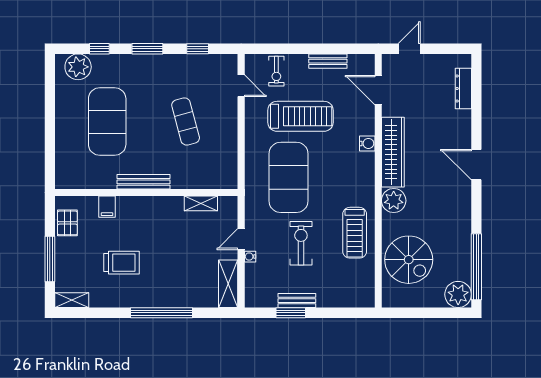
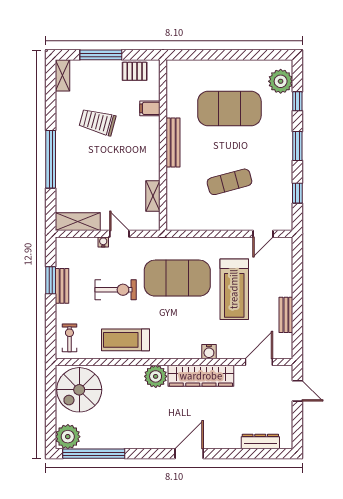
exercise bike: (276, 71) -> (69, 338), moved, turned 90
spiral stairs: (409, 260) -> (79, 390), moved
trolley: (121, 263) -> (98, 122), turned 105

